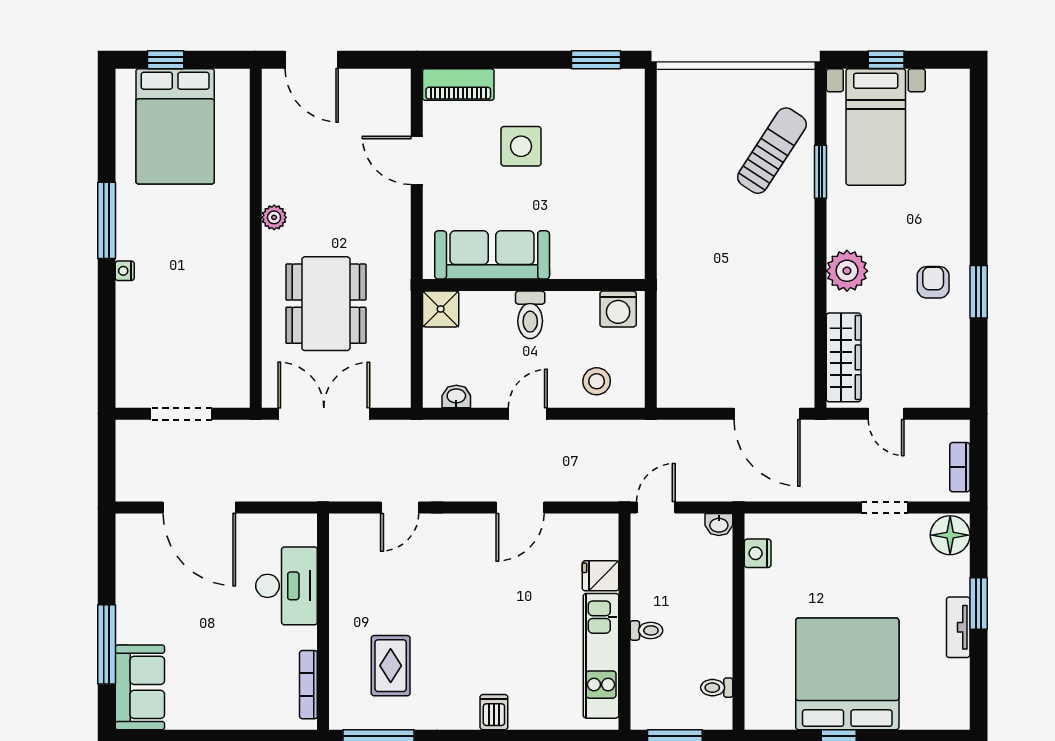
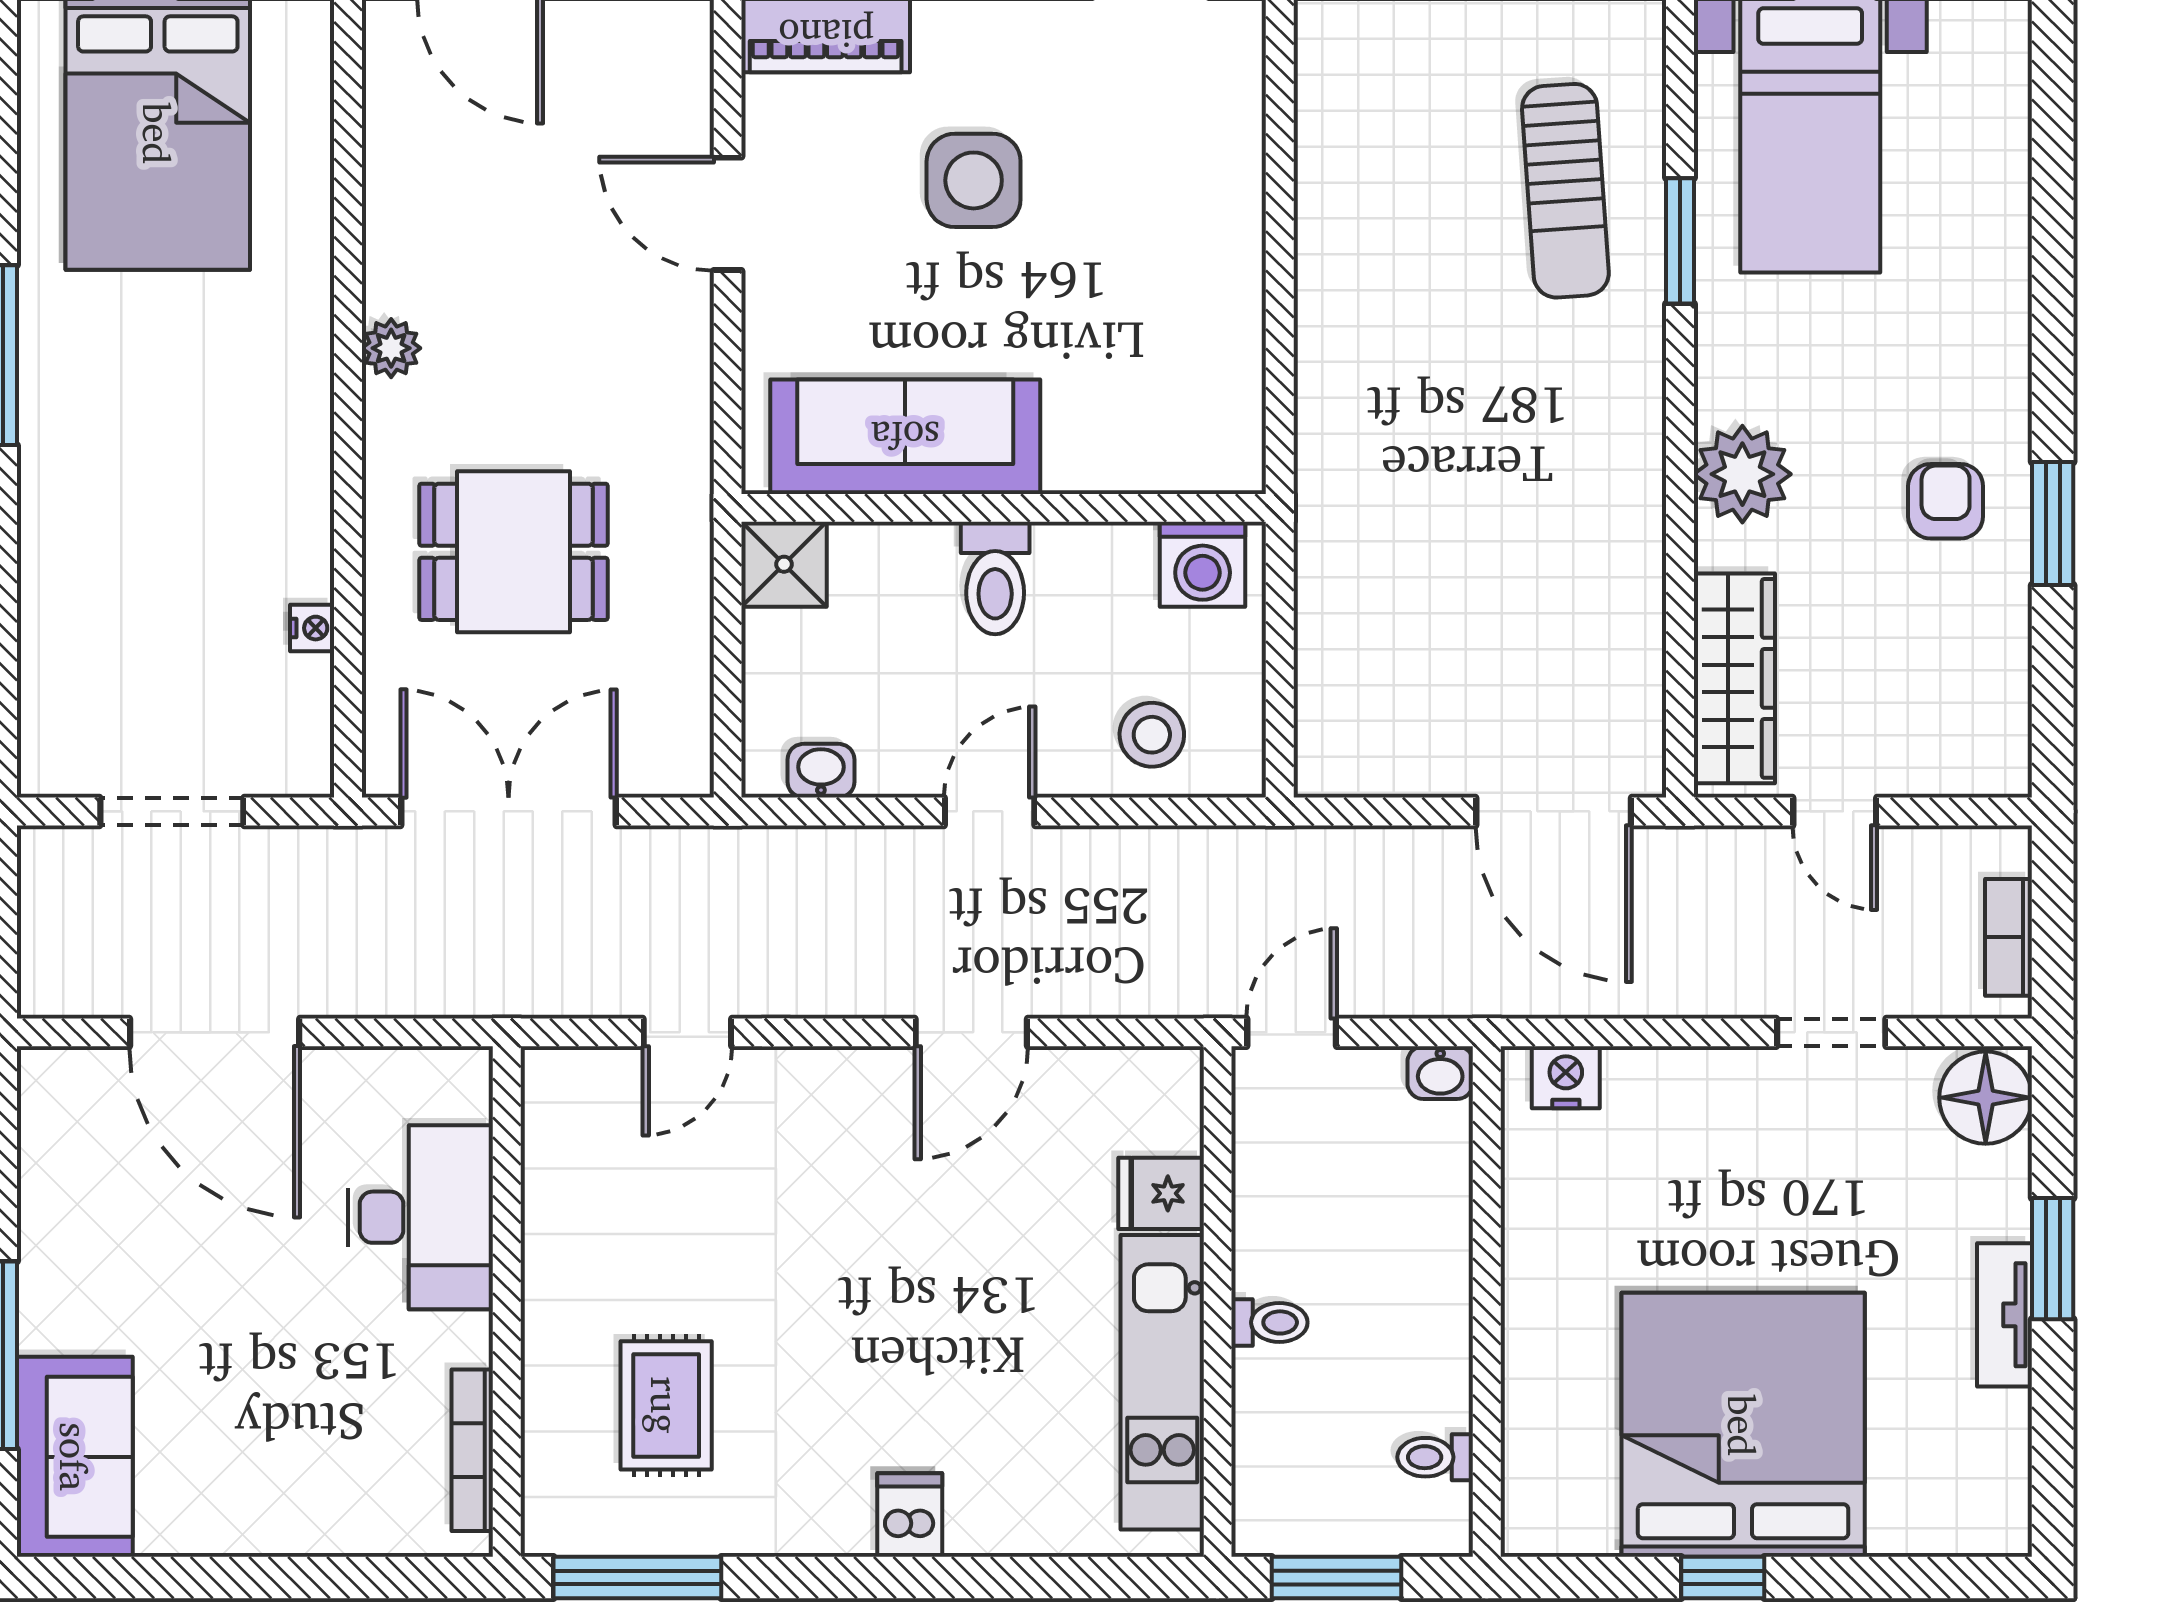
sun lounger: (772, 151) -> (1565, 191), turned 143
nightstand: (125, 271) -> (312, 628), moved, turned 180
dining table: (326, 304) -> (513, 552), width x0.73
nightstand: (758, 553) -> (1566, 1077), moved, turned 90

